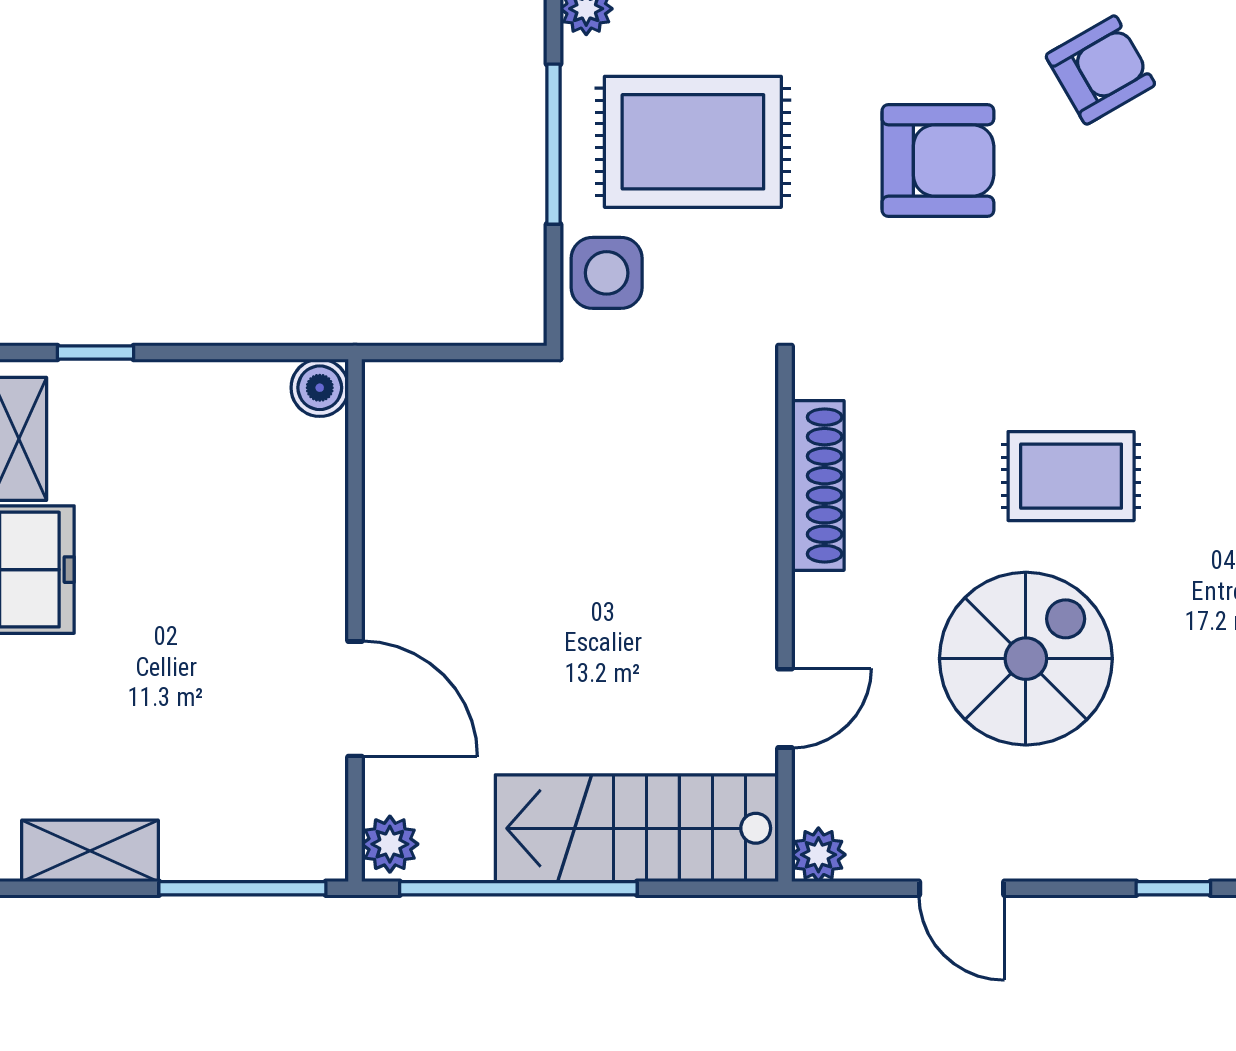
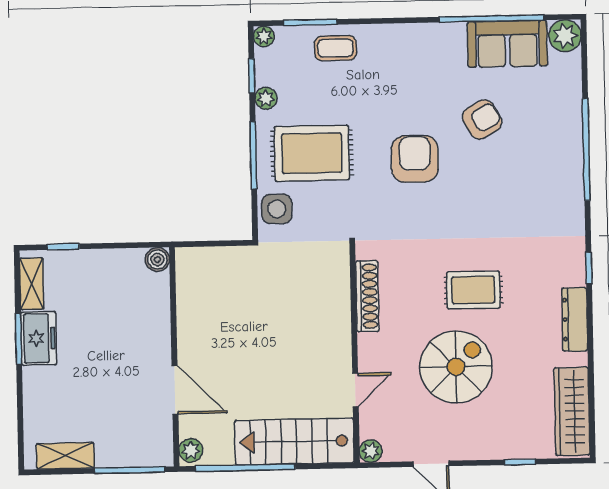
armchair: (938, 161) -> (415, 159), turned -90

